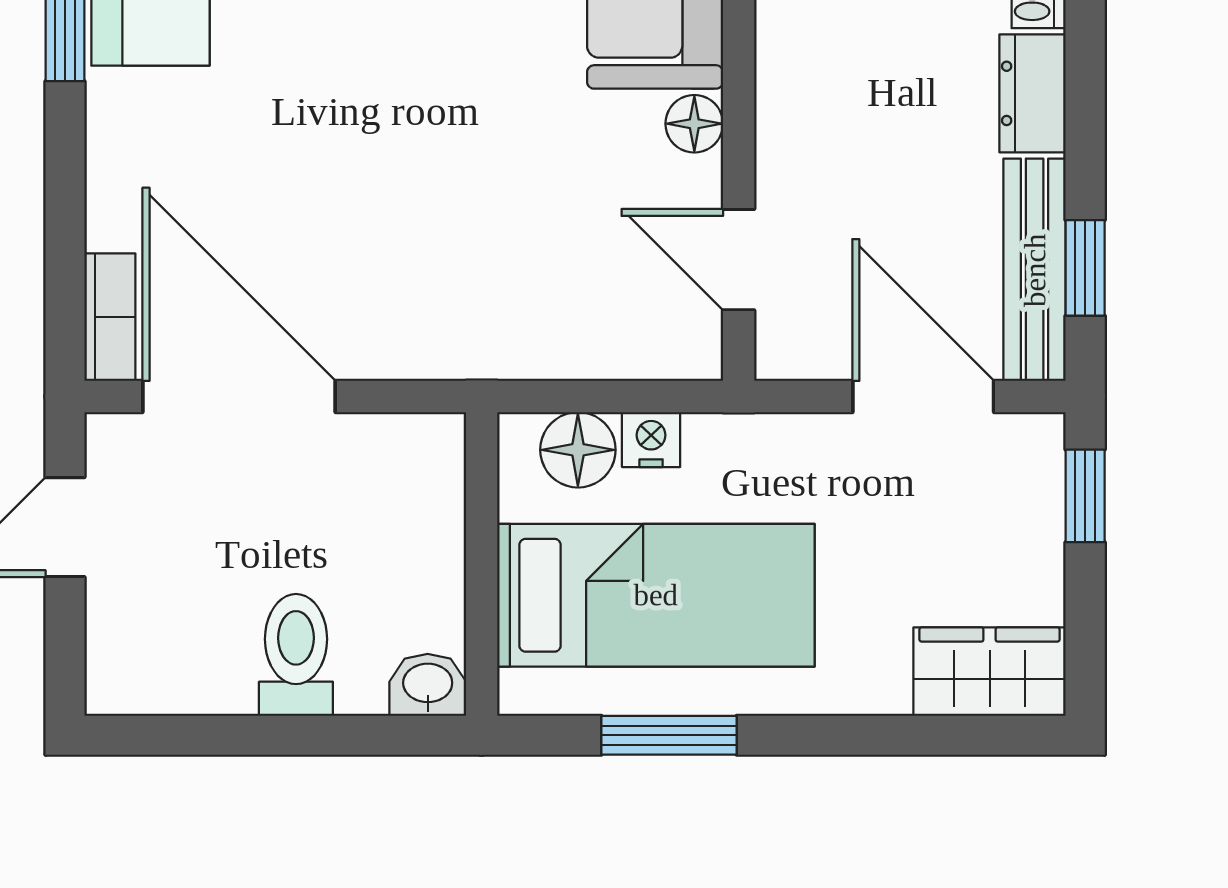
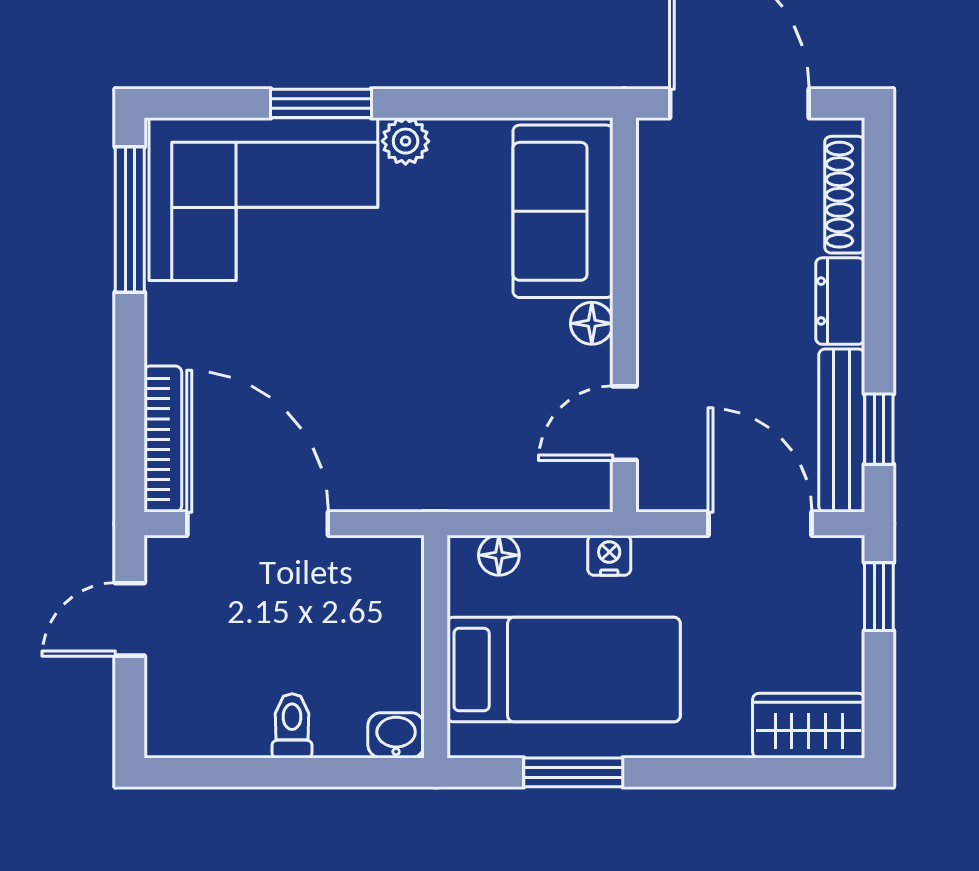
door: (739, 260) -> (624, 423), hinge flipped
bookcase: (110, 317) -> (163, 439), width x1.56
nightstand: (651, 440) -> (609, 555), moved
floor lamp: (578, 450) -> (499, 555), width x0.73, depth x0.73
toilet: (296, 655) -> (292, 726), width x0.73, depth x0.72

